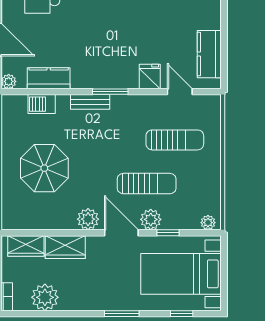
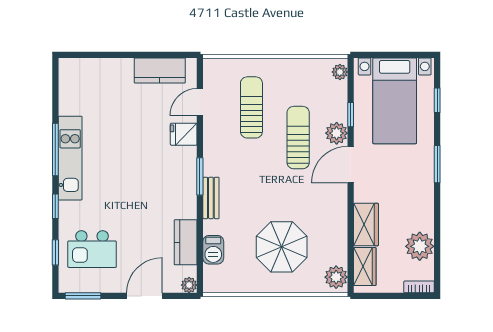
plant: (88, 219) -> (336, 277), moved

